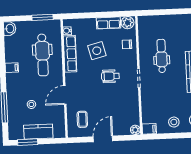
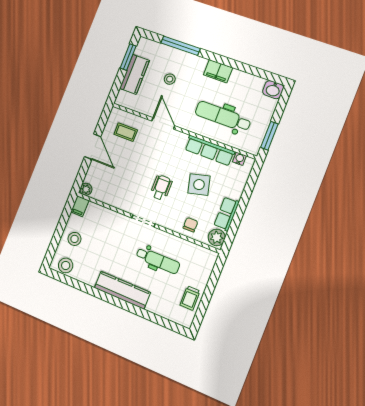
trolley: (177, 23) -> (190, 298), added
filing cabinet: (12, 68) -> (218, 71), width x2.00

